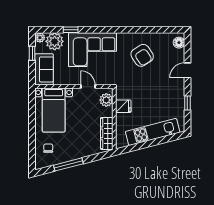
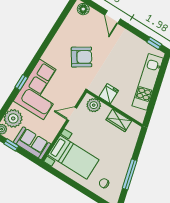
window: (71, 30) -> (21, 82), moved
armchair: (142, 55) -> (81, 57), moved
window: (187, 103) -> (154, 43), moved
wardrobe: (107, 133) -> (119, 120), width x0.67

